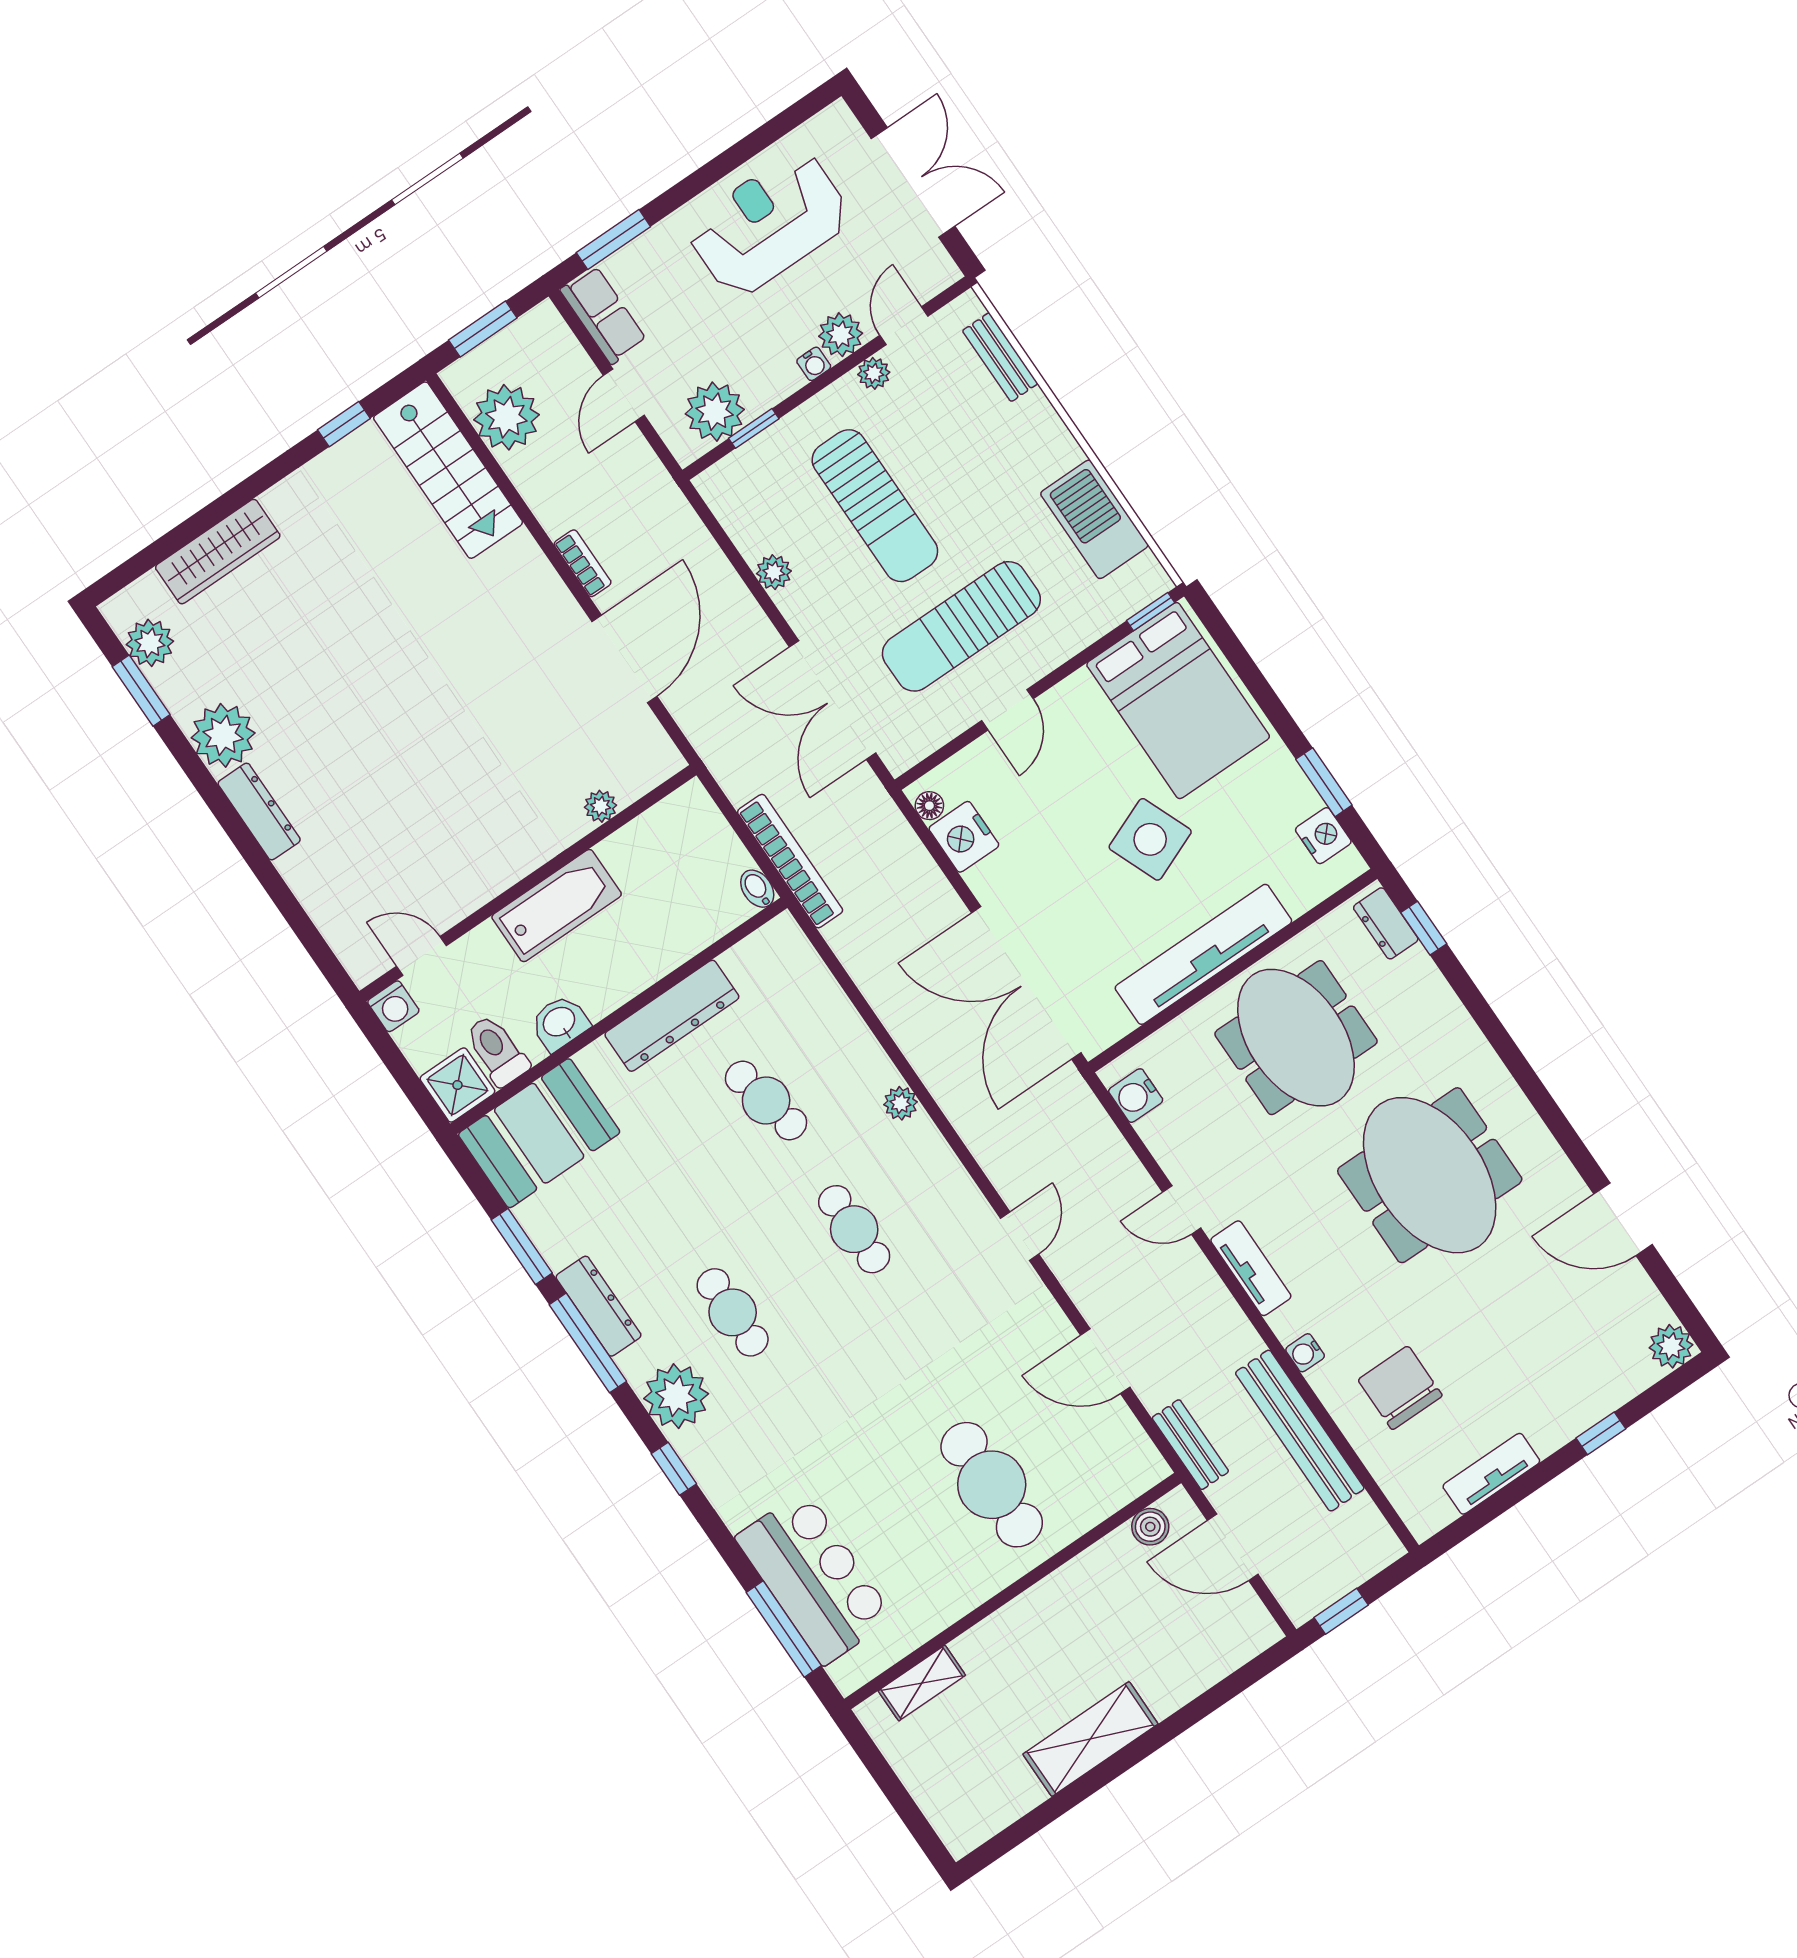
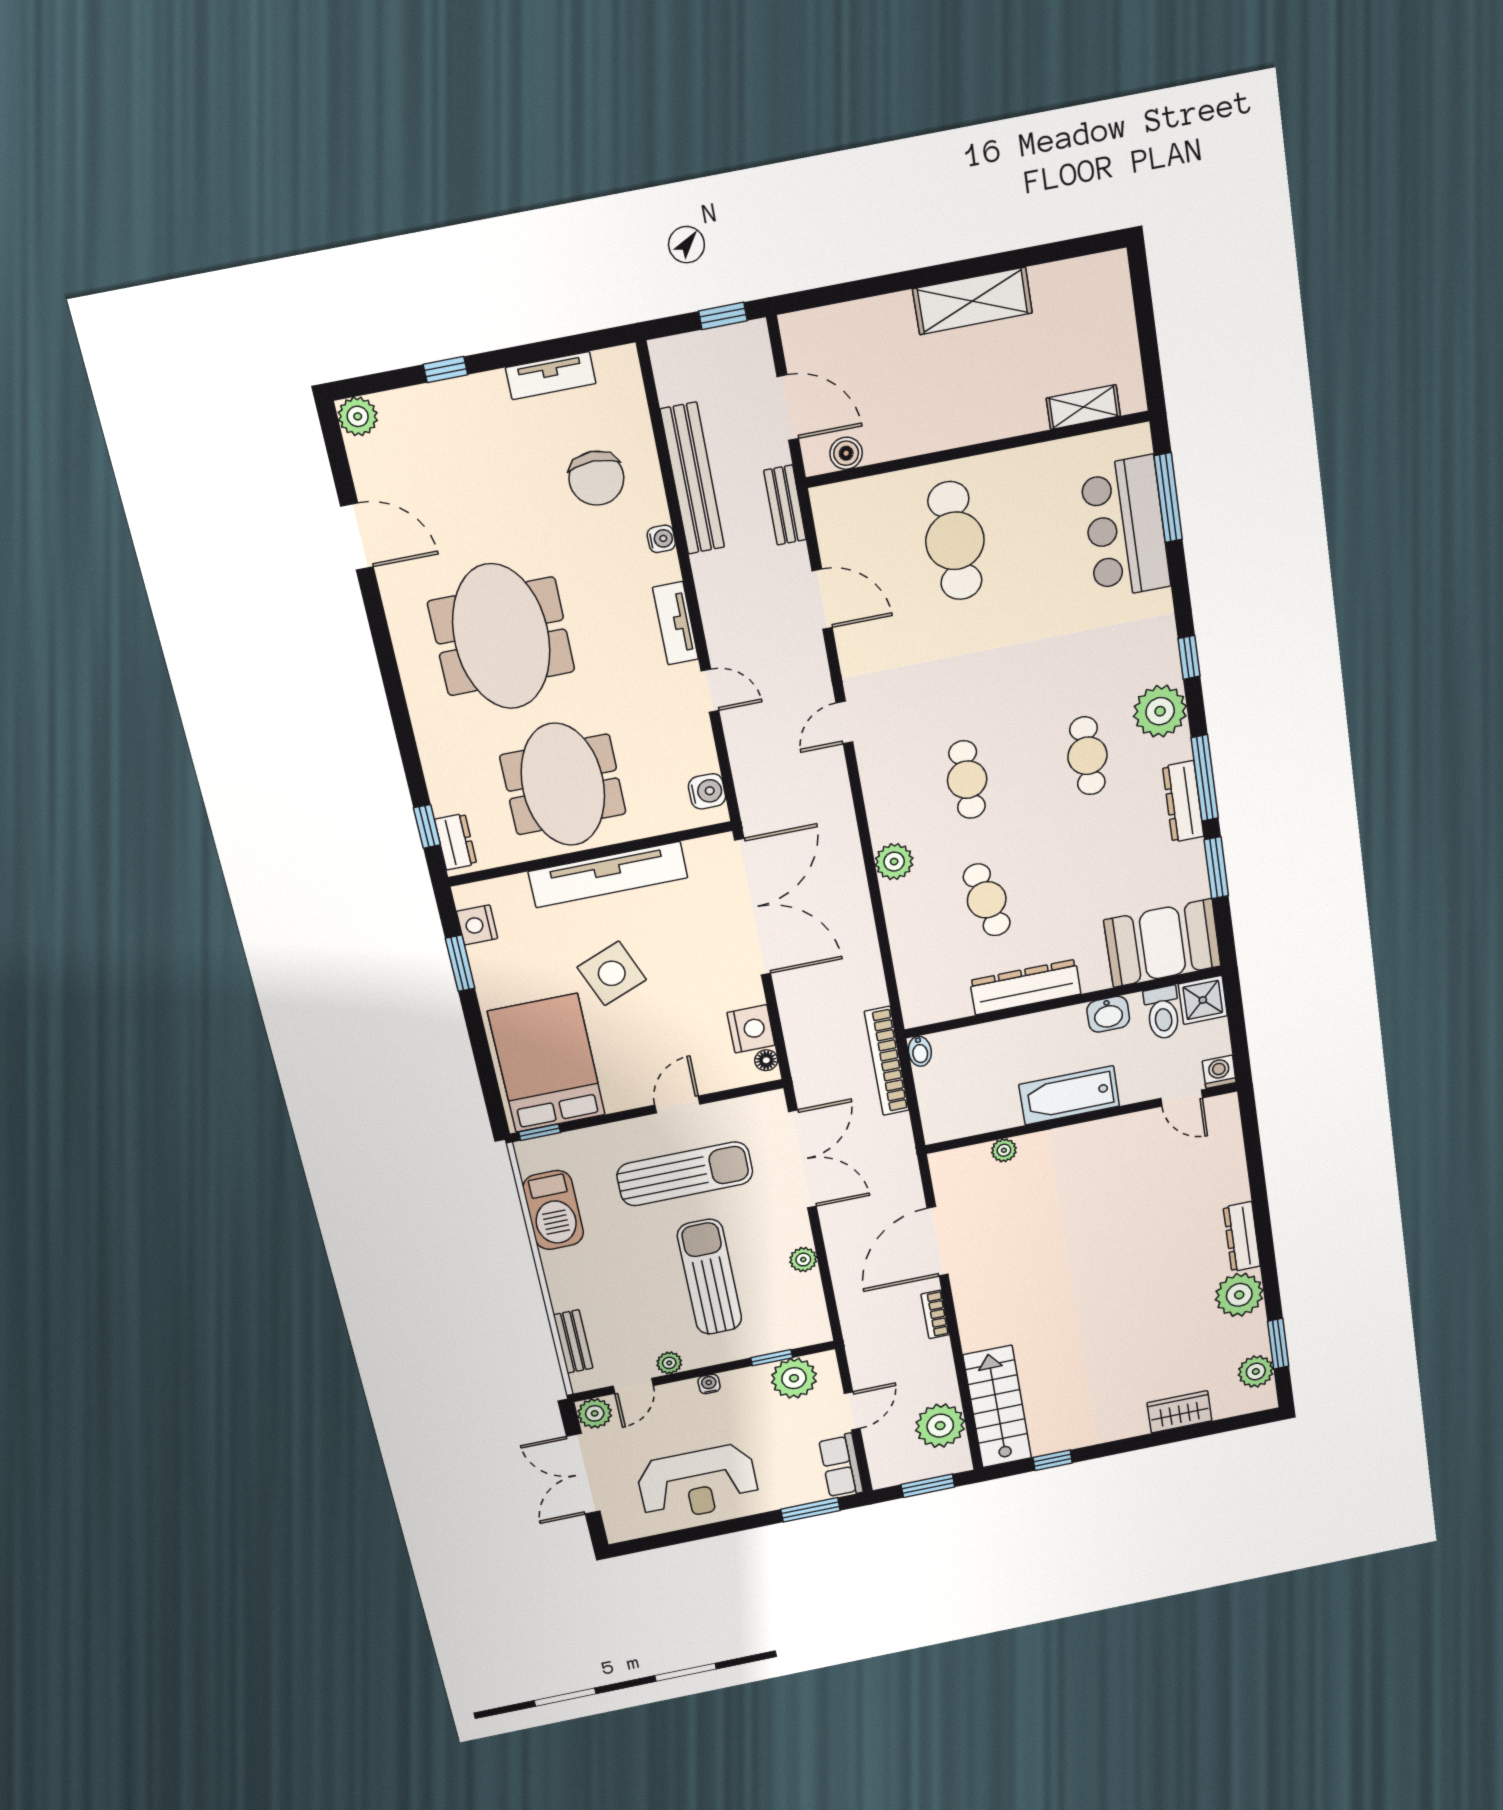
plant: (841, 335) -> (595, 1413), moved
wardrobe: (218, 552) -> (1179, 1412), width x0.67
plant: (901, 1103) -> (894, 862), width x1.38, depth x1.38

